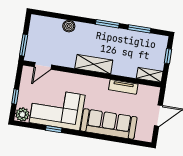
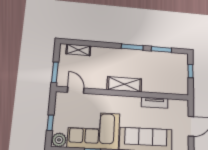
boiler: (69, 26) -> (97, 52), removed
door: (43, 66) -> (76, 90), swing flipped
shelving: (150, 75) -> (78, 50), moved

